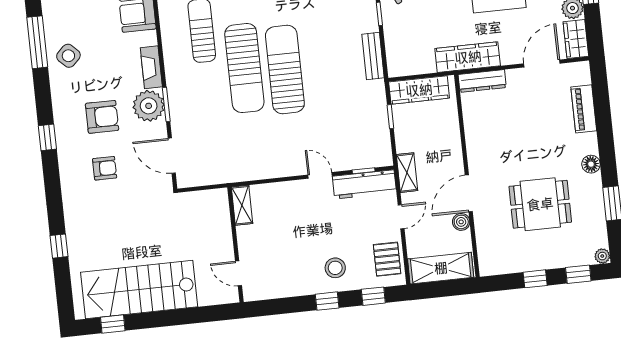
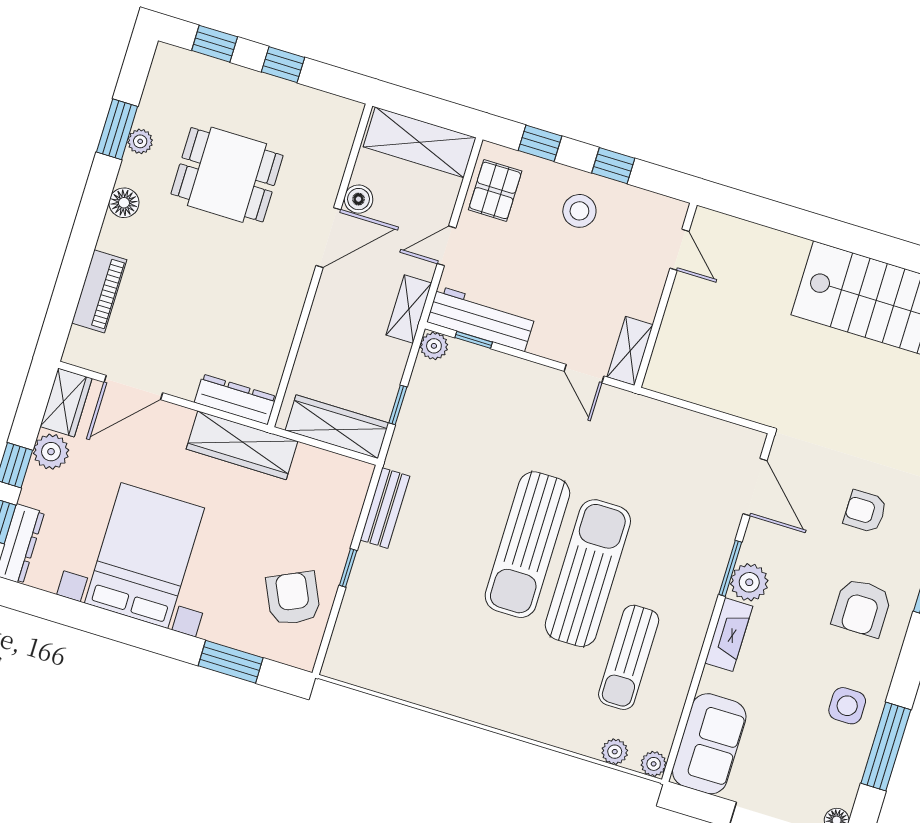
side table: (68, 56) -> (847, 706), turned 45
plant: (149, 106) -> (749, 582), width x0.73, depth x0.73
armchair: (102, 117) -> (862, 608), moved, turned -90
plant: (384, 158) -> (434, 346), added
door: (320, 175) -> (584, 374), moved
shelving: (242, 205) -> (630, 351), moved
wall: (235, 245) -> (666, 295), moved
plant: (602, 256) -> (140, 141), moved
door: (239, 273) -> (679, 250), moved

